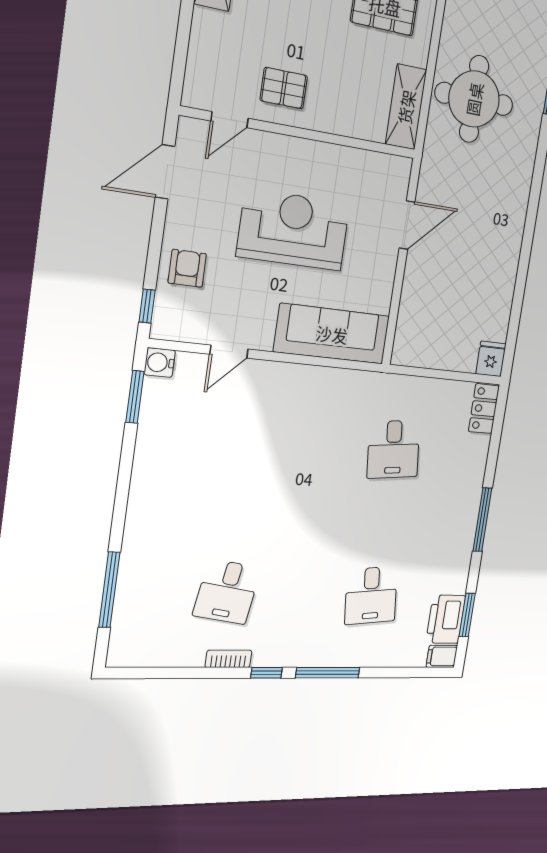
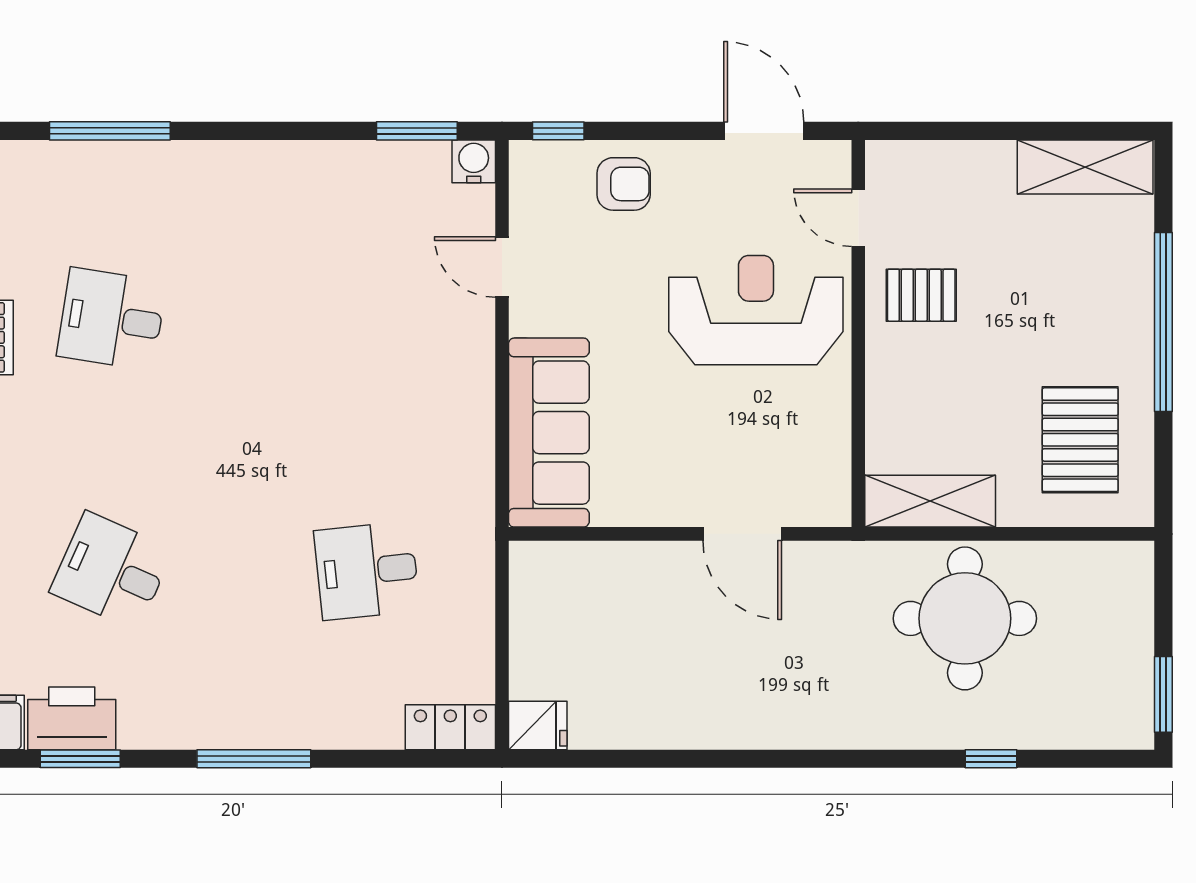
pallet: (284, 88) -> (921, 295), turned 90
reception desk: (294, 230) -> (756, 310), moved, turned -90
desk: (371, 595) -> (112, 571), turned 30

